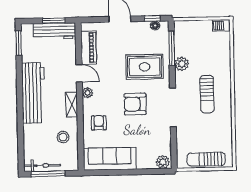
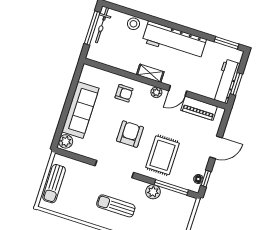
stool: (63, 137) -> (133, 24), moved
sofa: (110, 159) -> (80, 110), moved
sun lounger: (206, 159) -> (54, 184), turned 180

